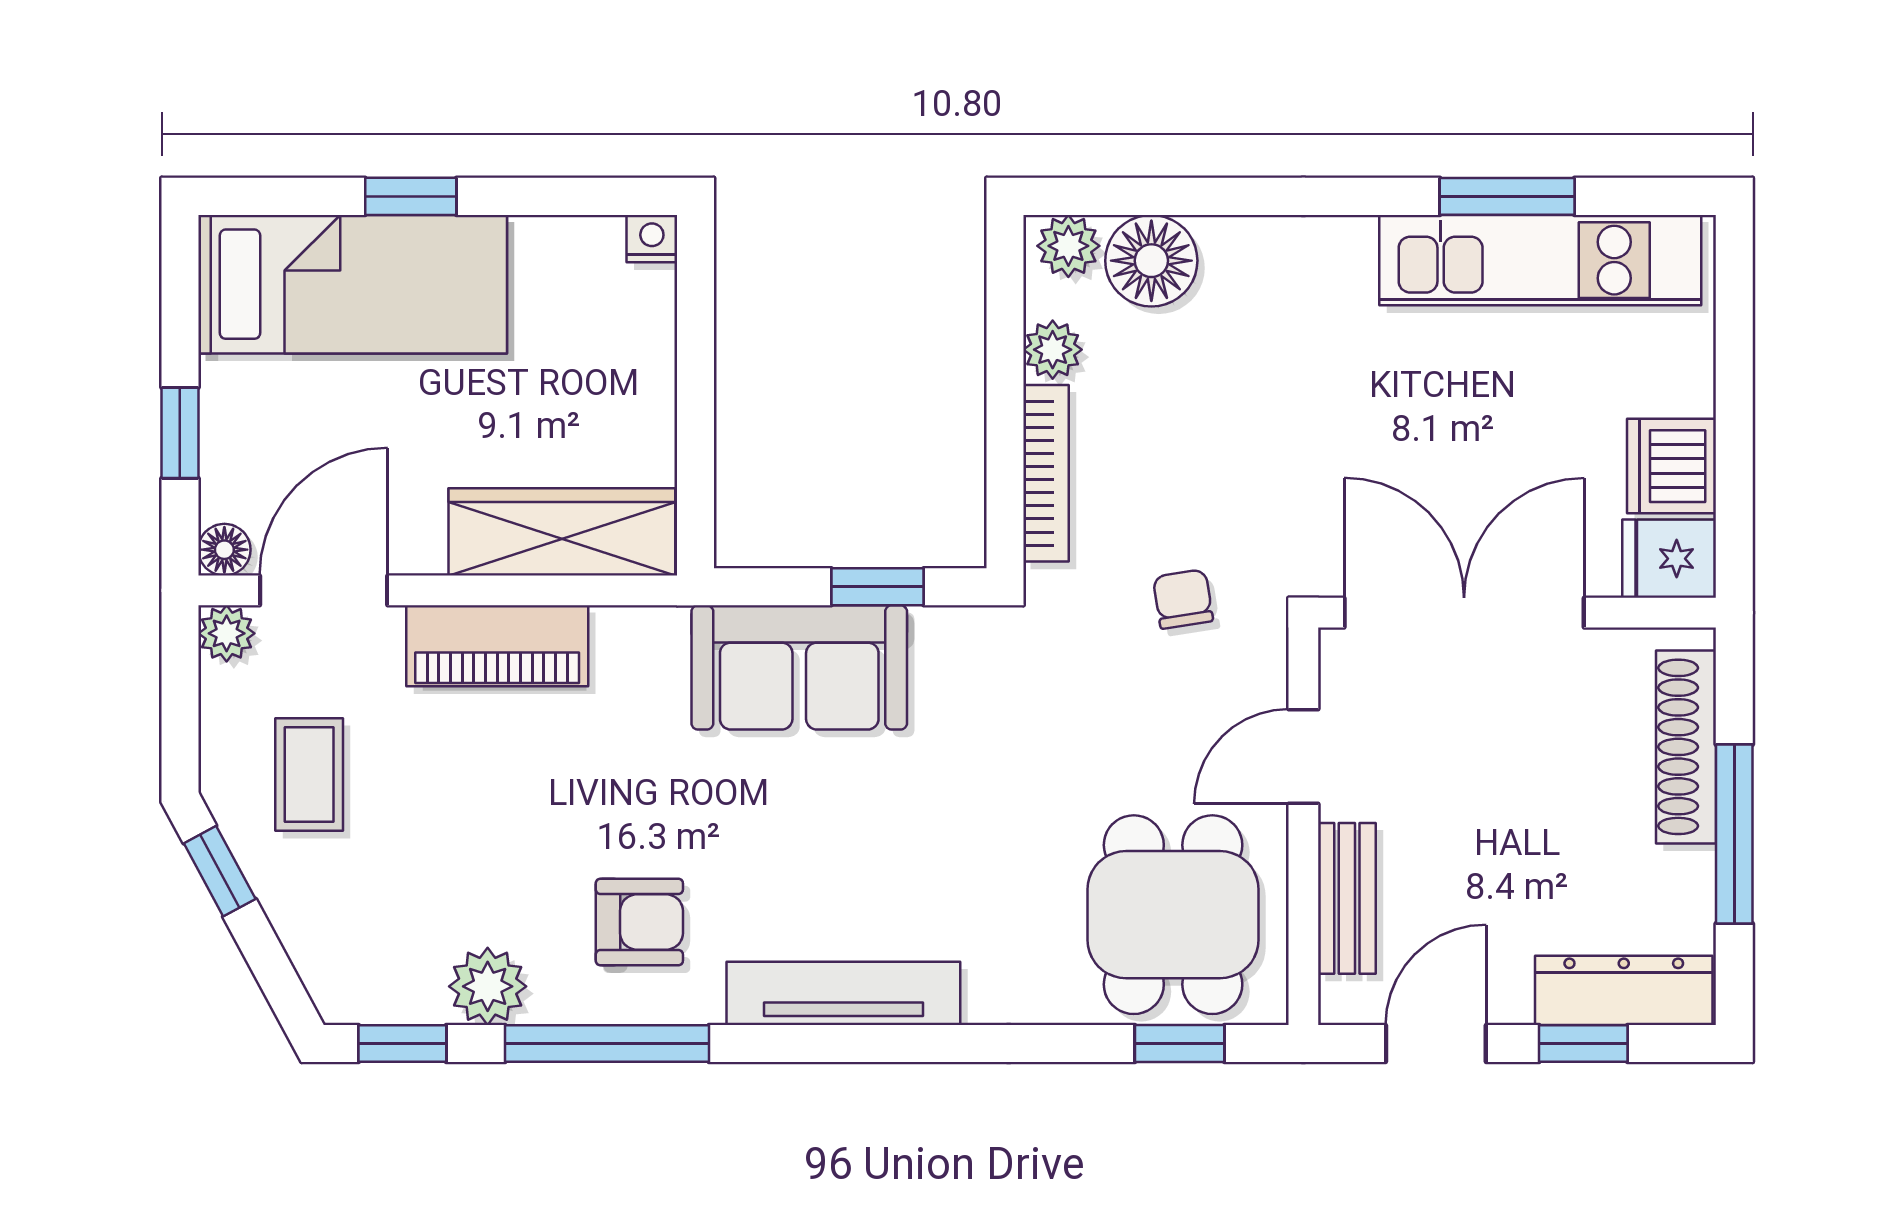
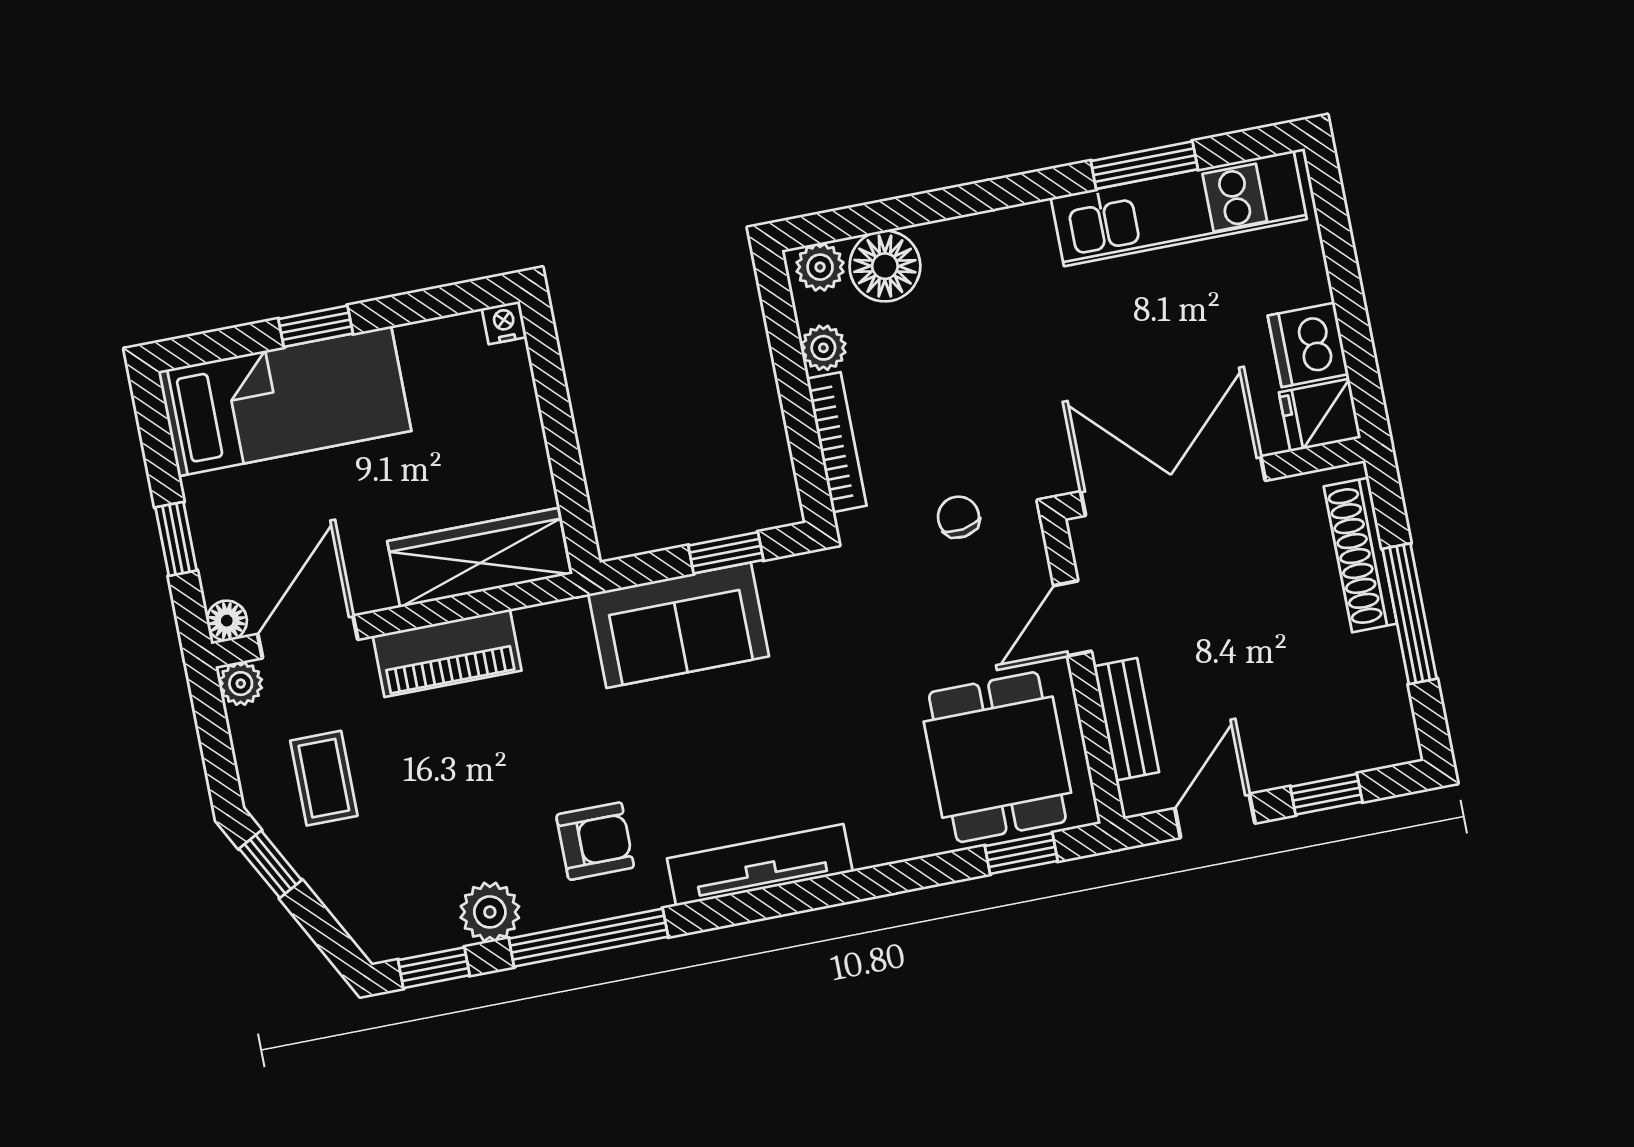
dresser: (1624, 990) -> (1349, 748), removed

